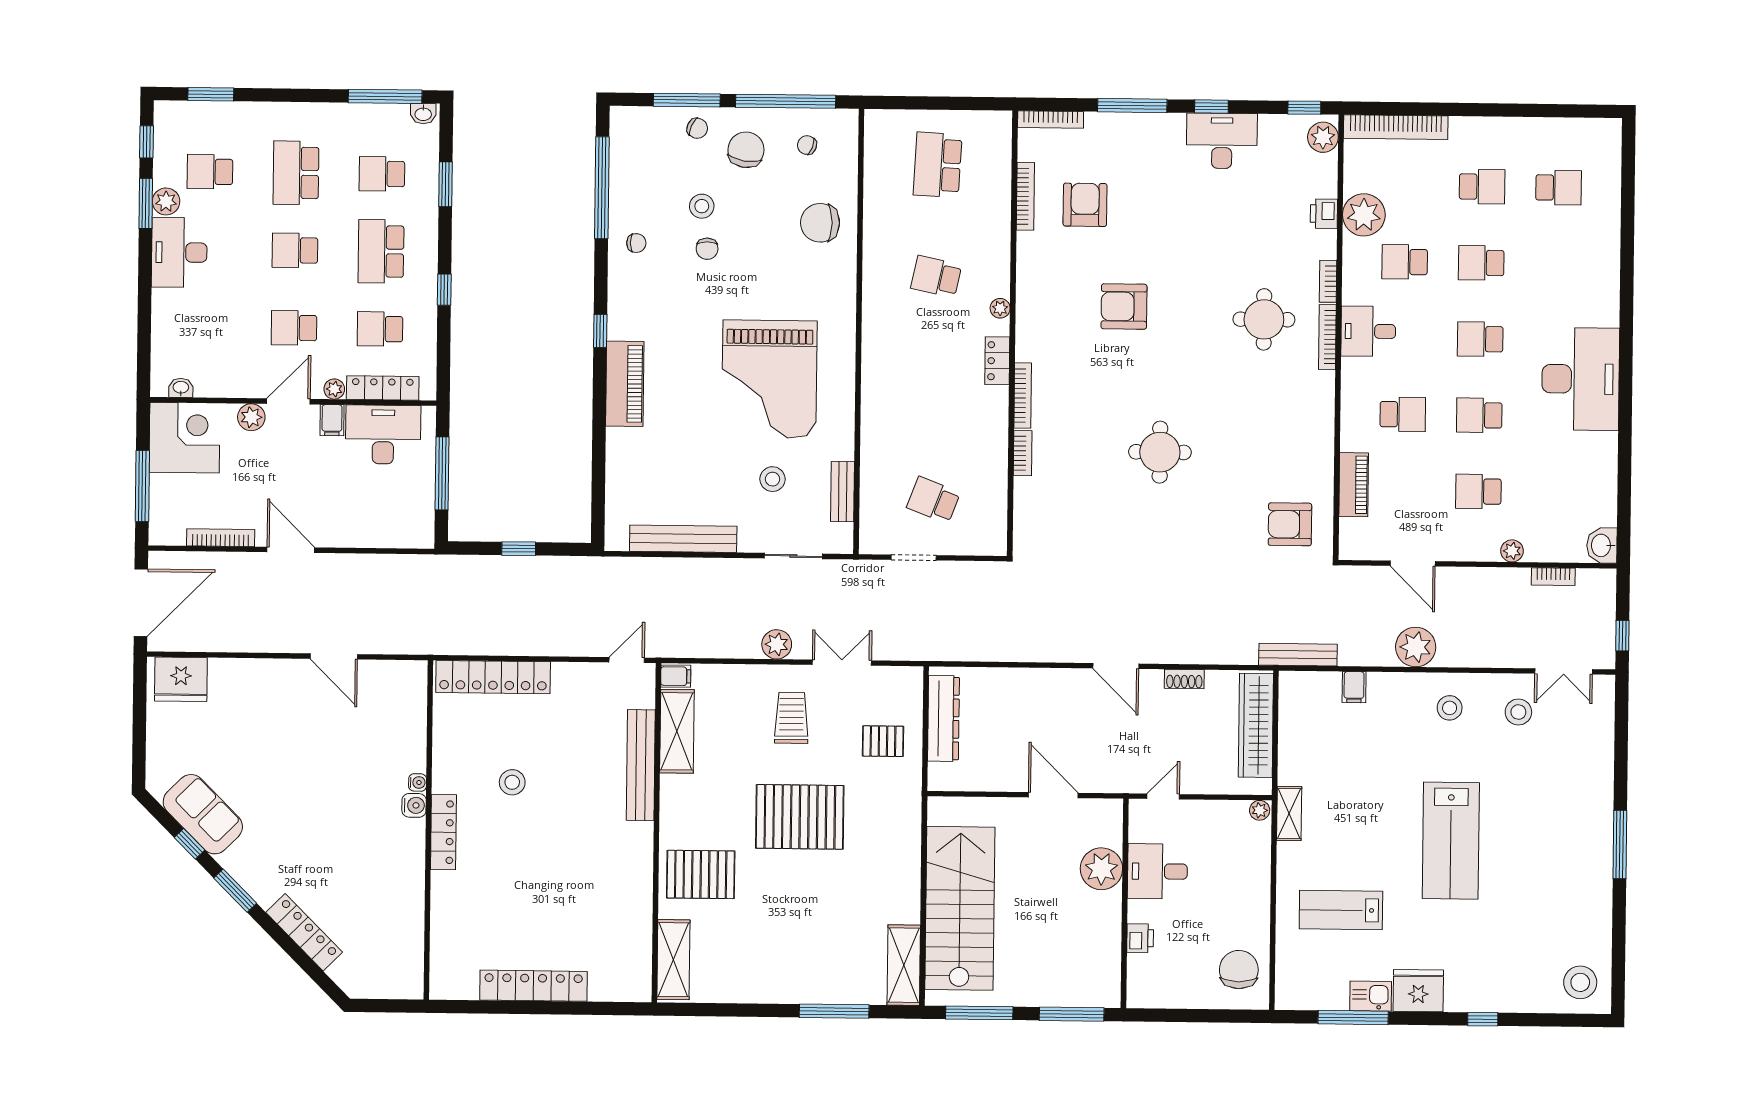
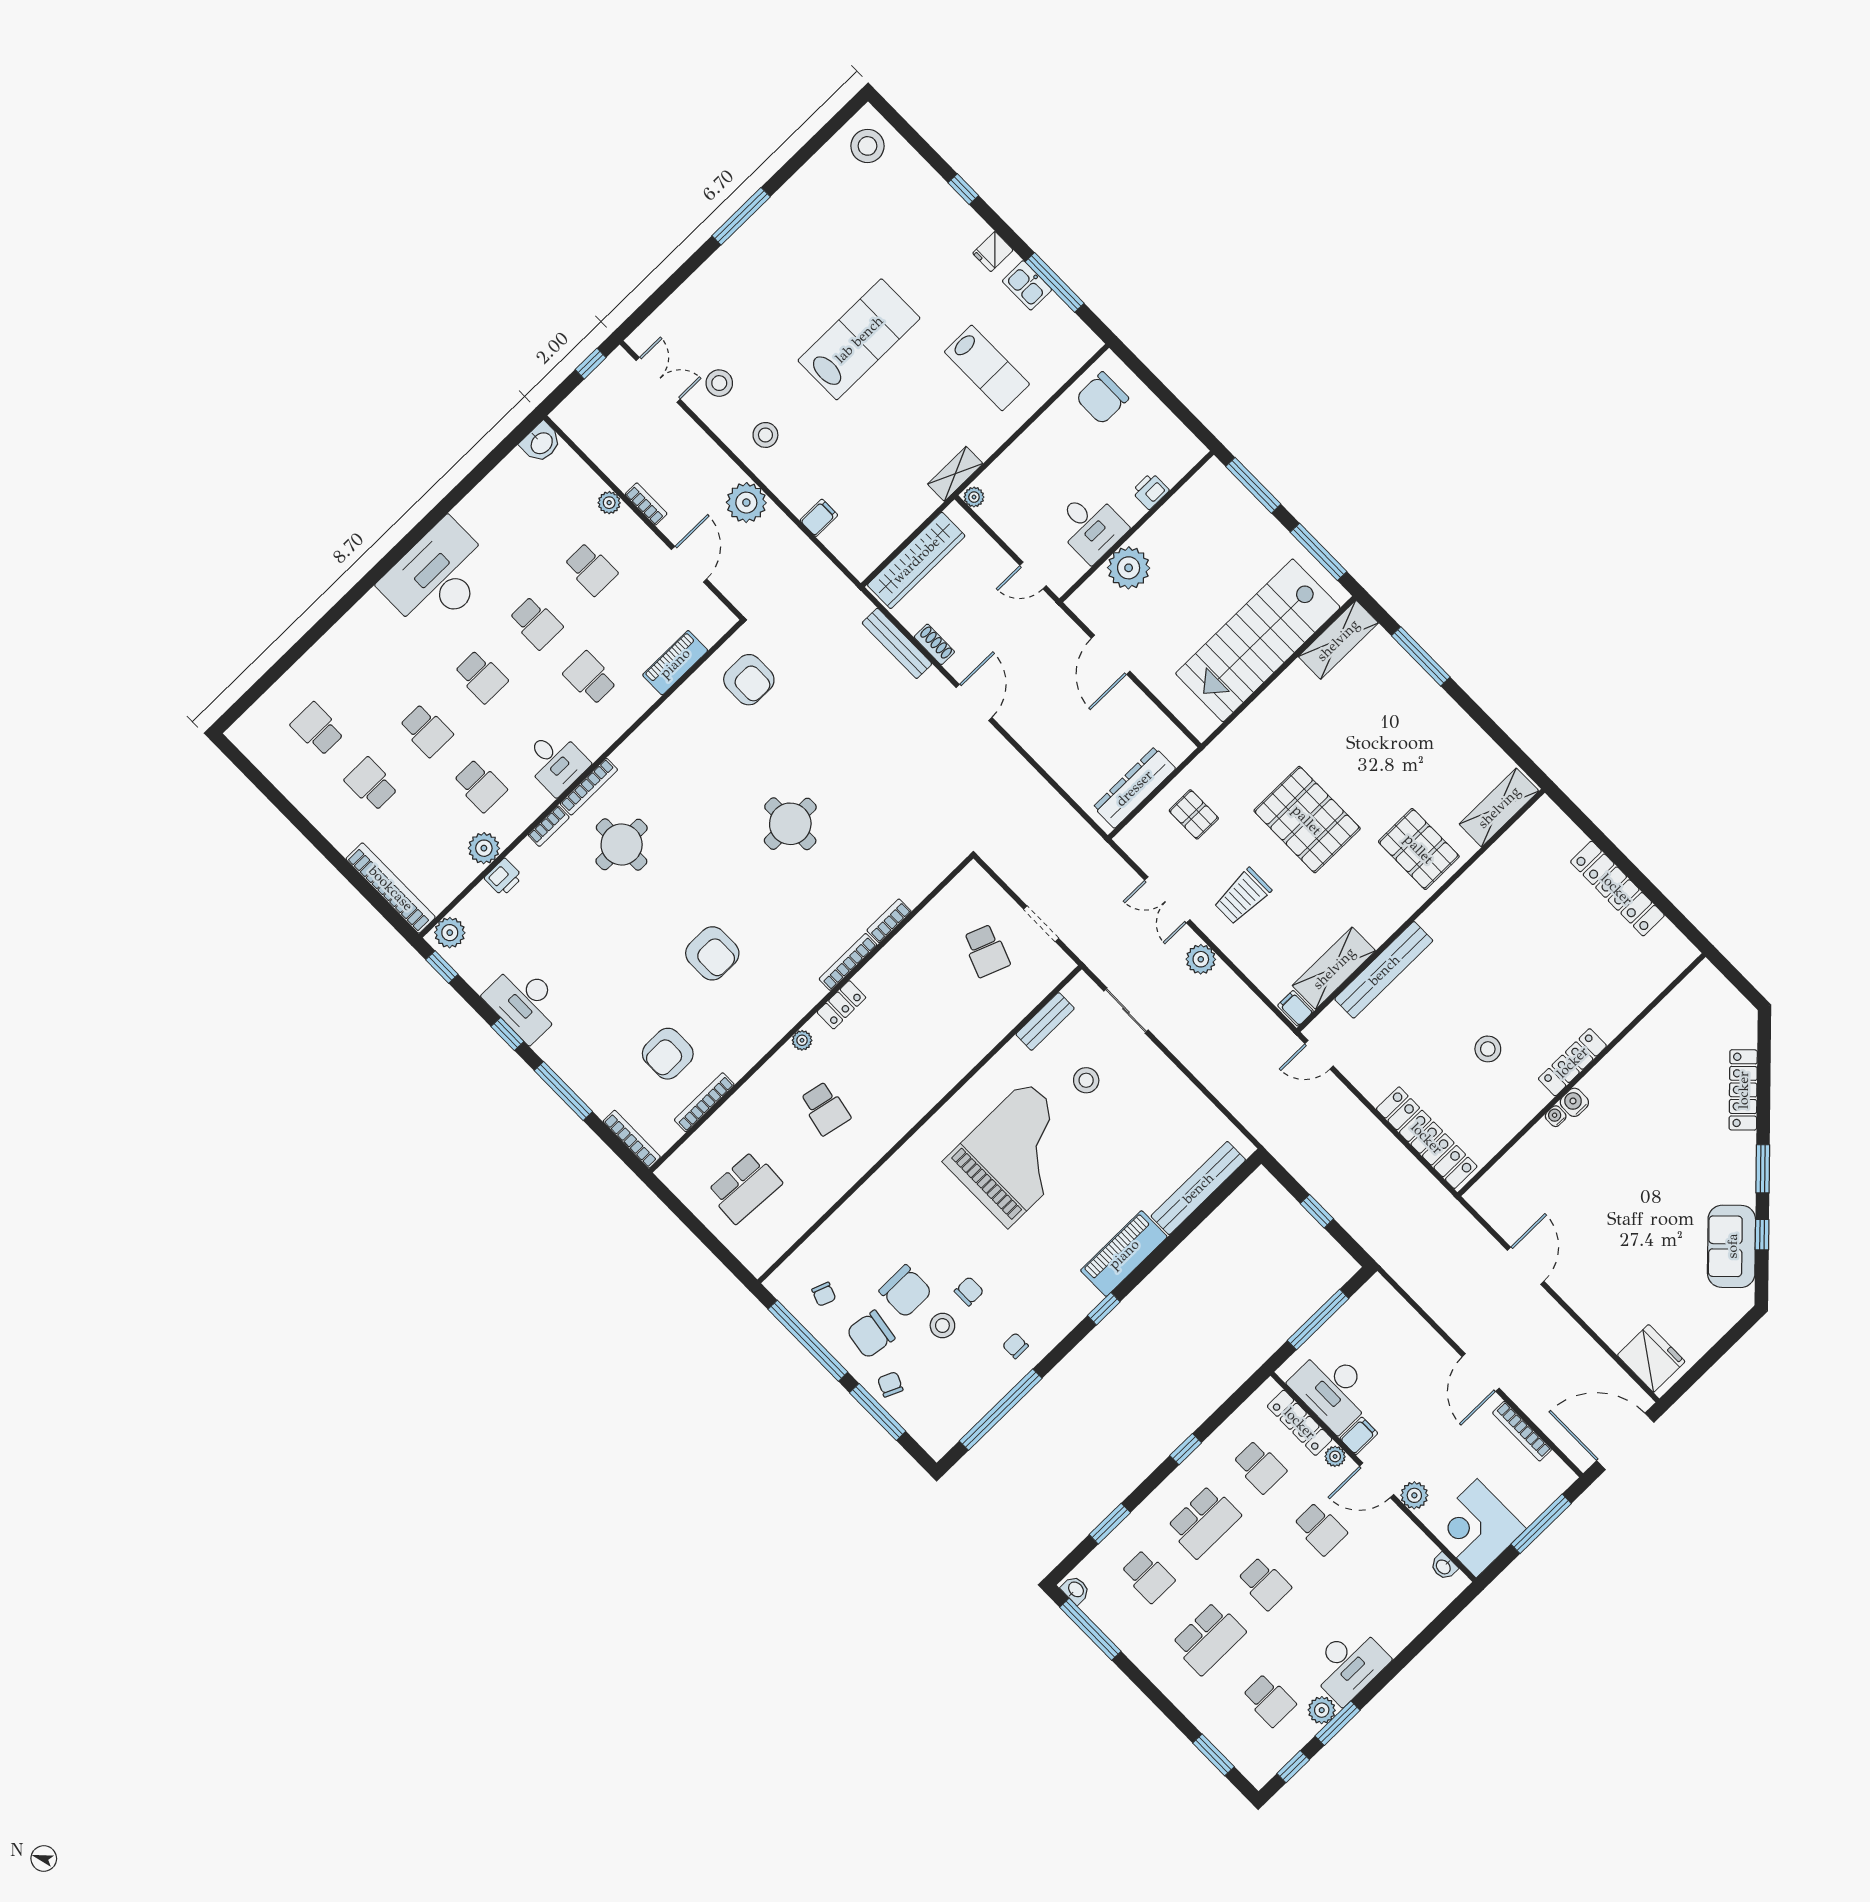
plant: (1364, 215) -> (484, 848), width x0.73, depth x0.73
chair: (820, 223) -> (906, 1291), moved
bench: (683, 539) -> (1198, 1188), moved, turned 90
bookcase: (1553, 577) -> (646, 504), moved
bench: (1298, 655) -> (897, 643), moved
fridge: (1418, 991) -> (993, 252), width x0.53, depth x0.75

